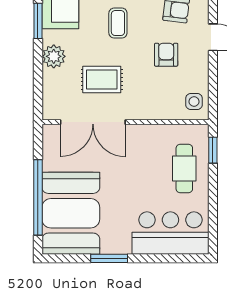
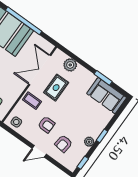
coffee table: (118, 23) -> (32, 101), moved
plant: (54, 56) -> (70, 65), moved

